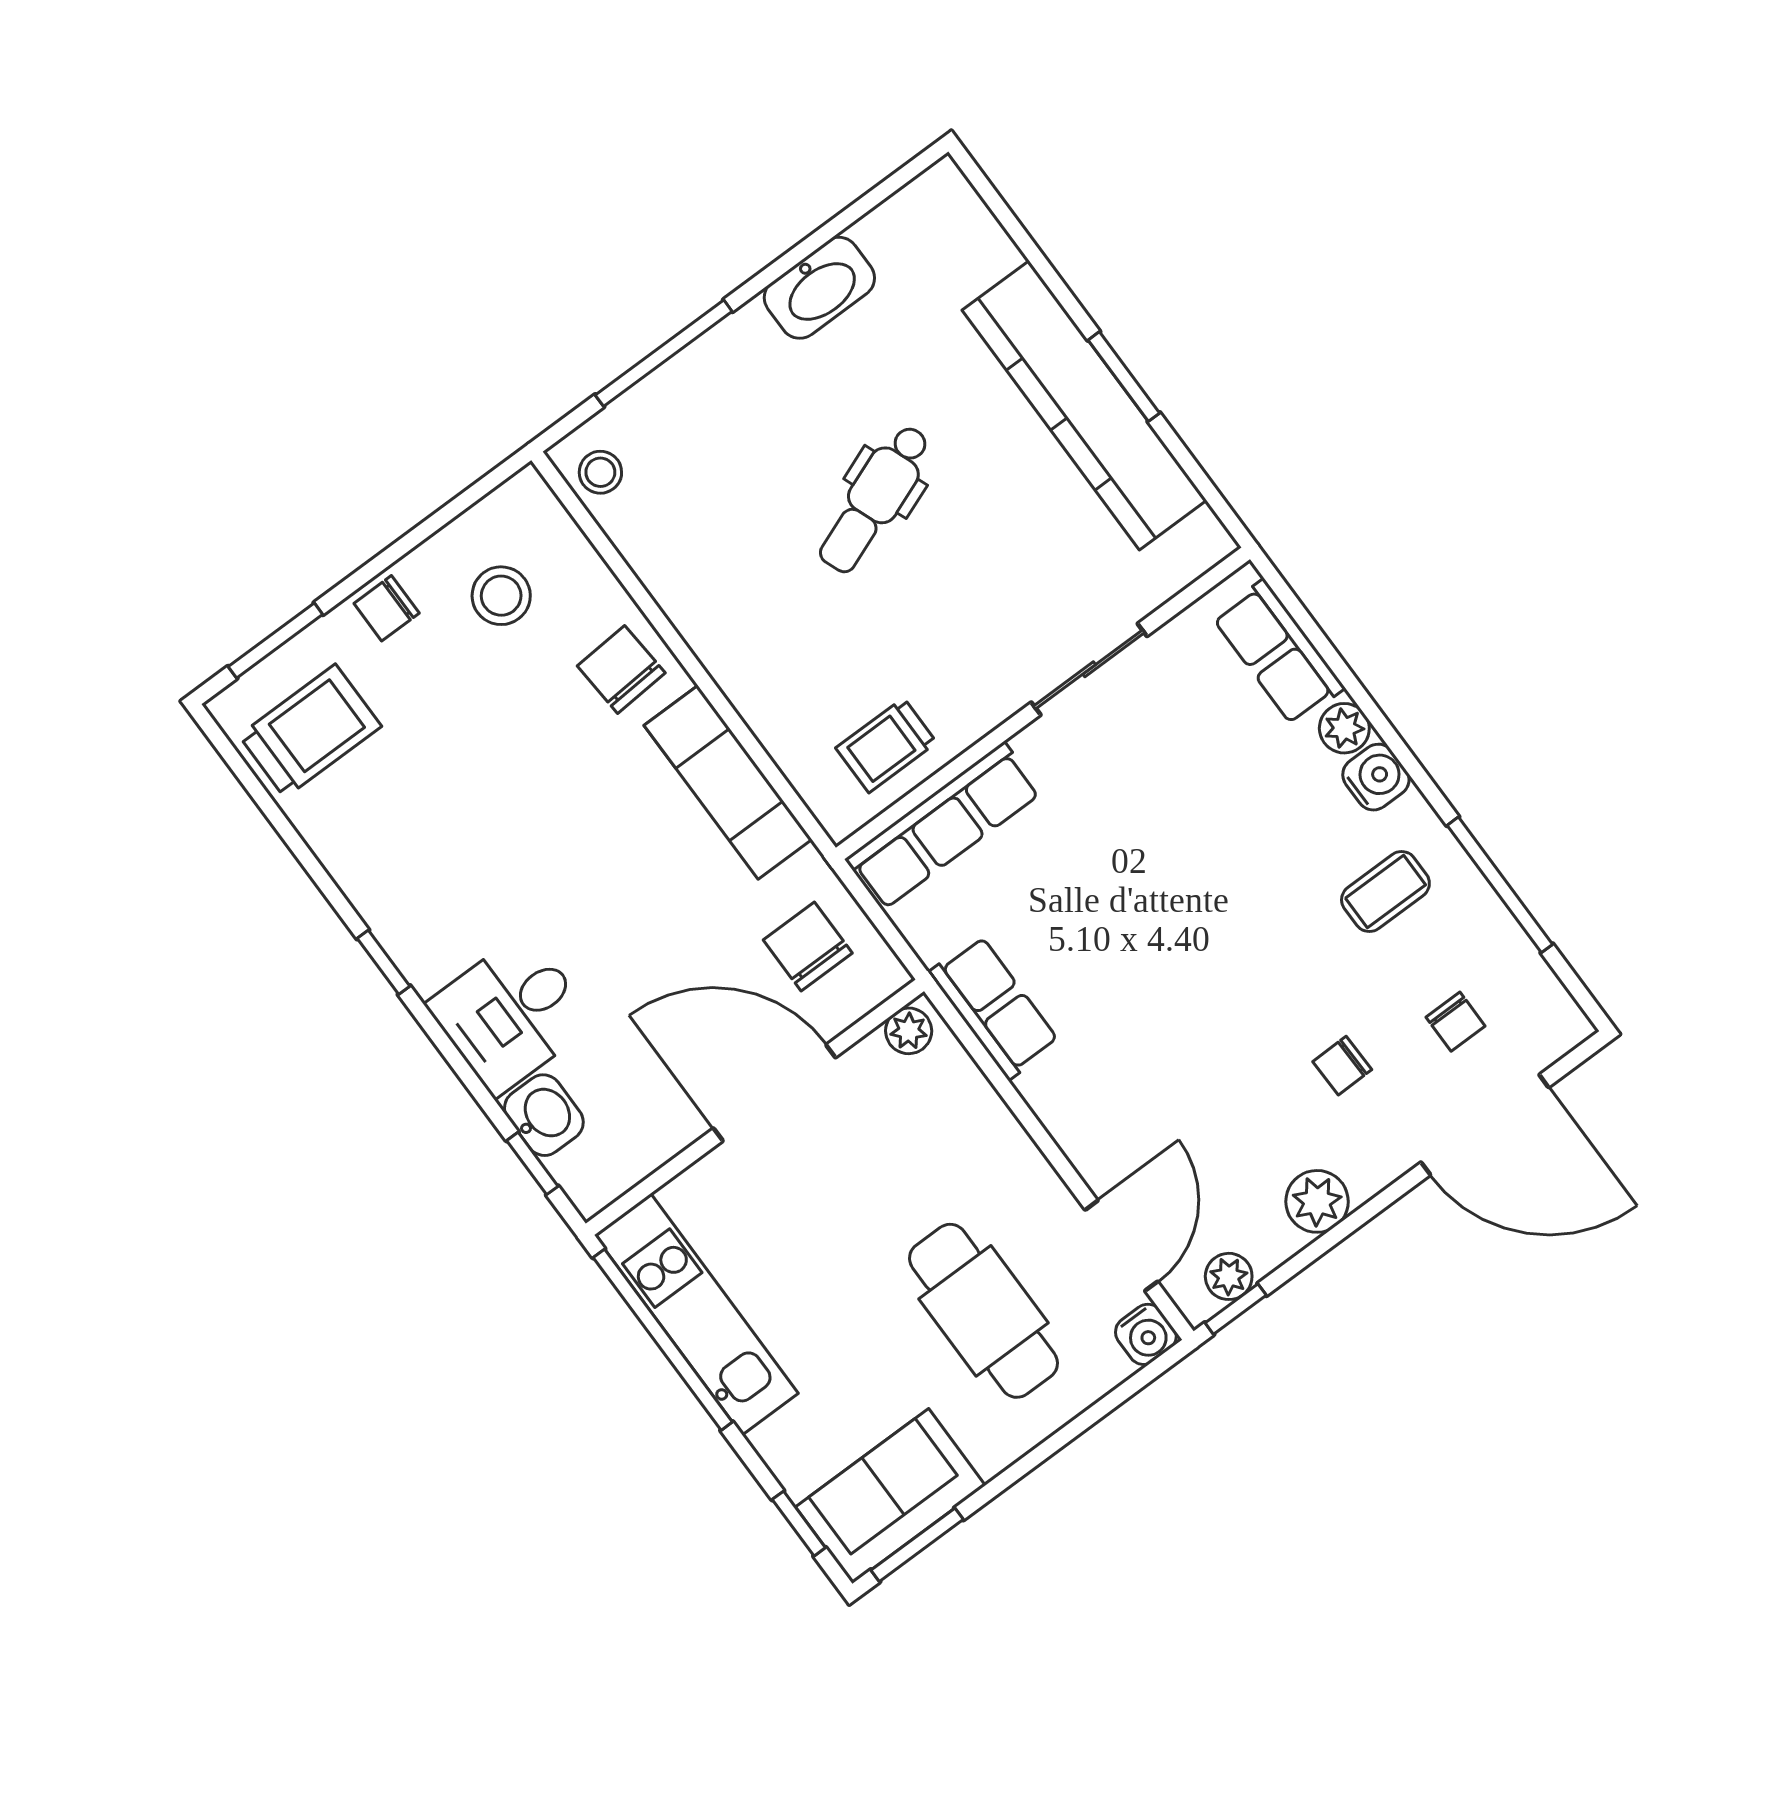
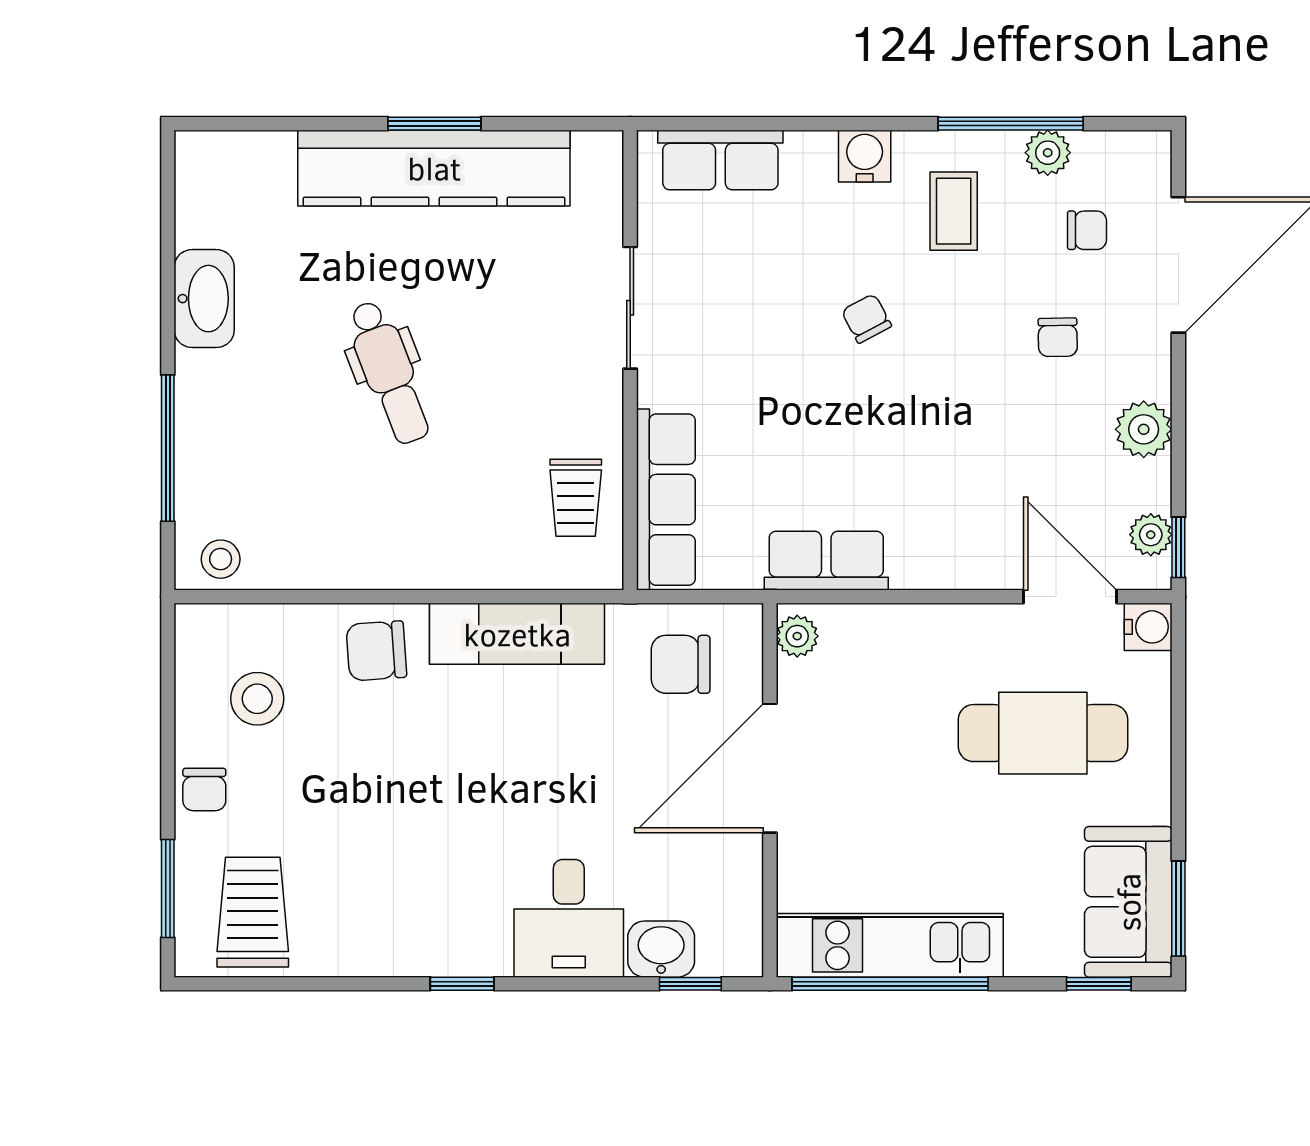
plant: (1344, 728) -> (1048, 153), moved
chair: (1234, 885) -> (866, 318), added

